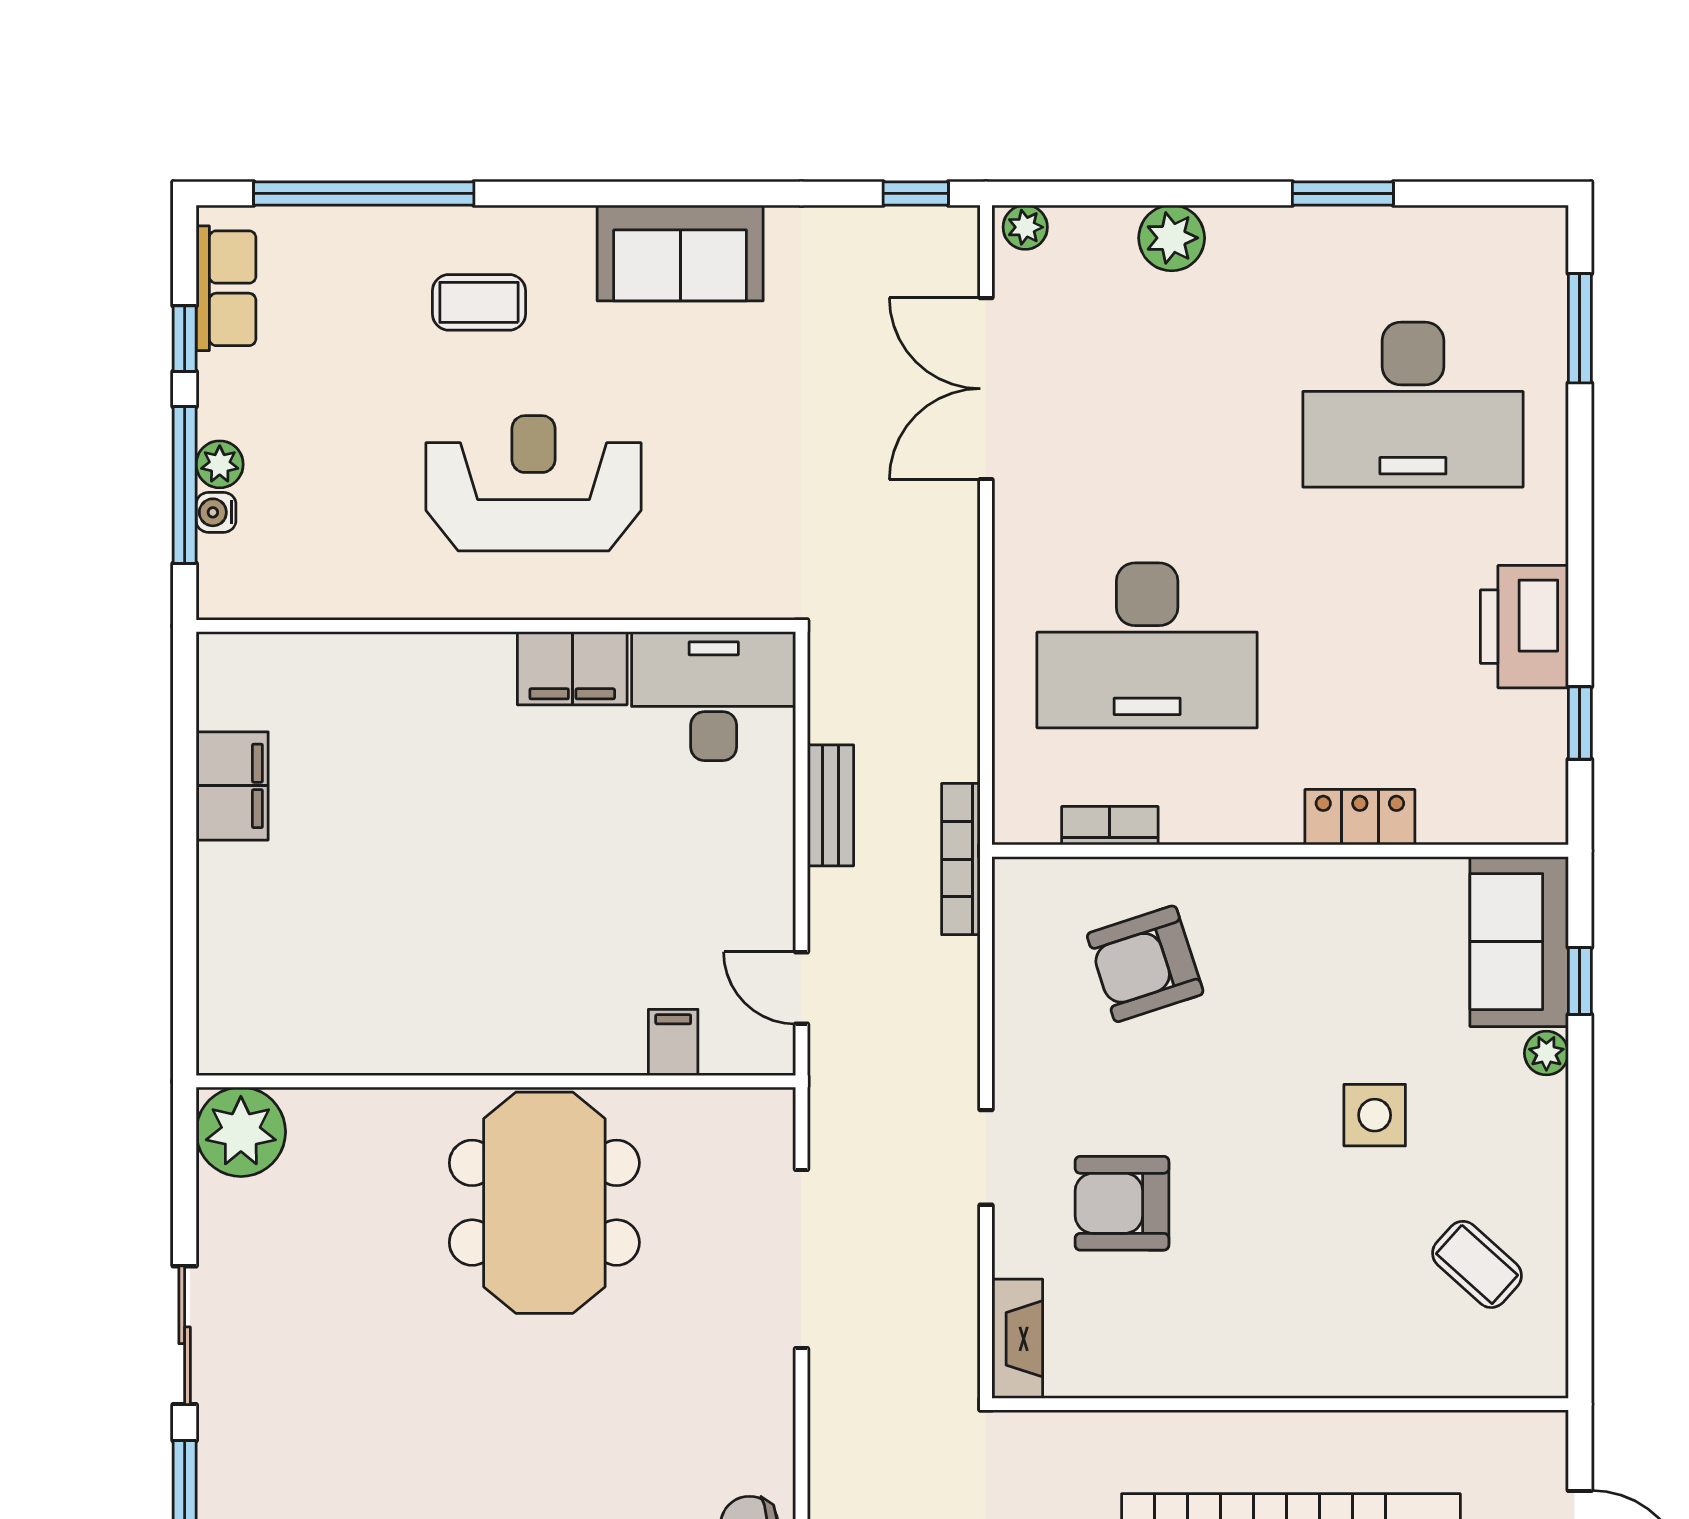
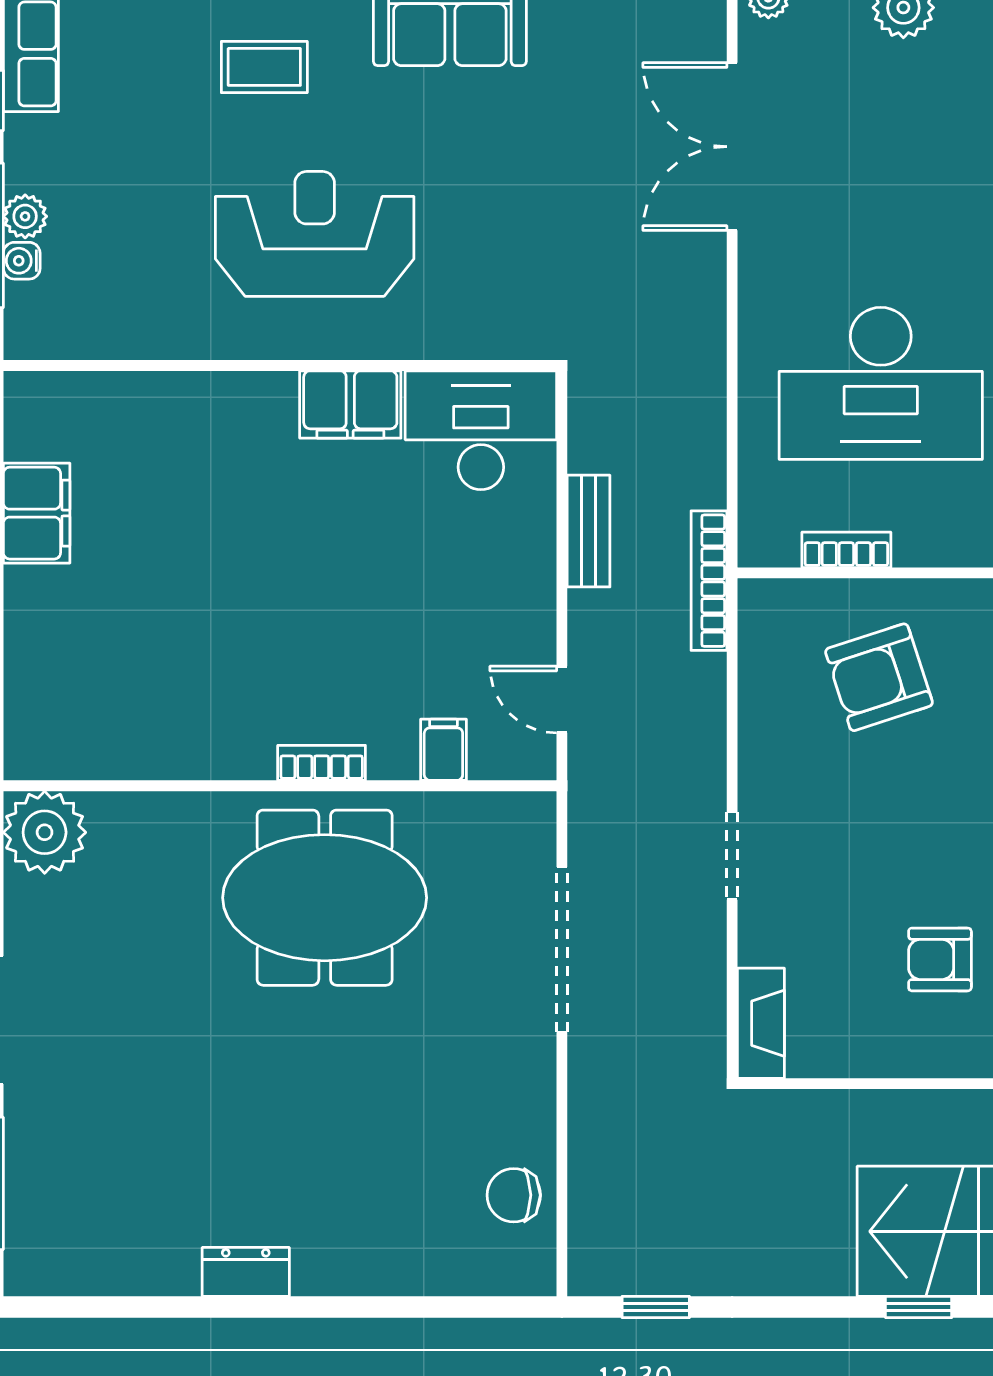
bookcase: (541, 1057) -> (322, 763), added
meeting table: (544, 1203) -> (325, 898), turned 90
armchair: (1122, 1203) -> (940, 959), moved, width x0.72, depth x0.72

